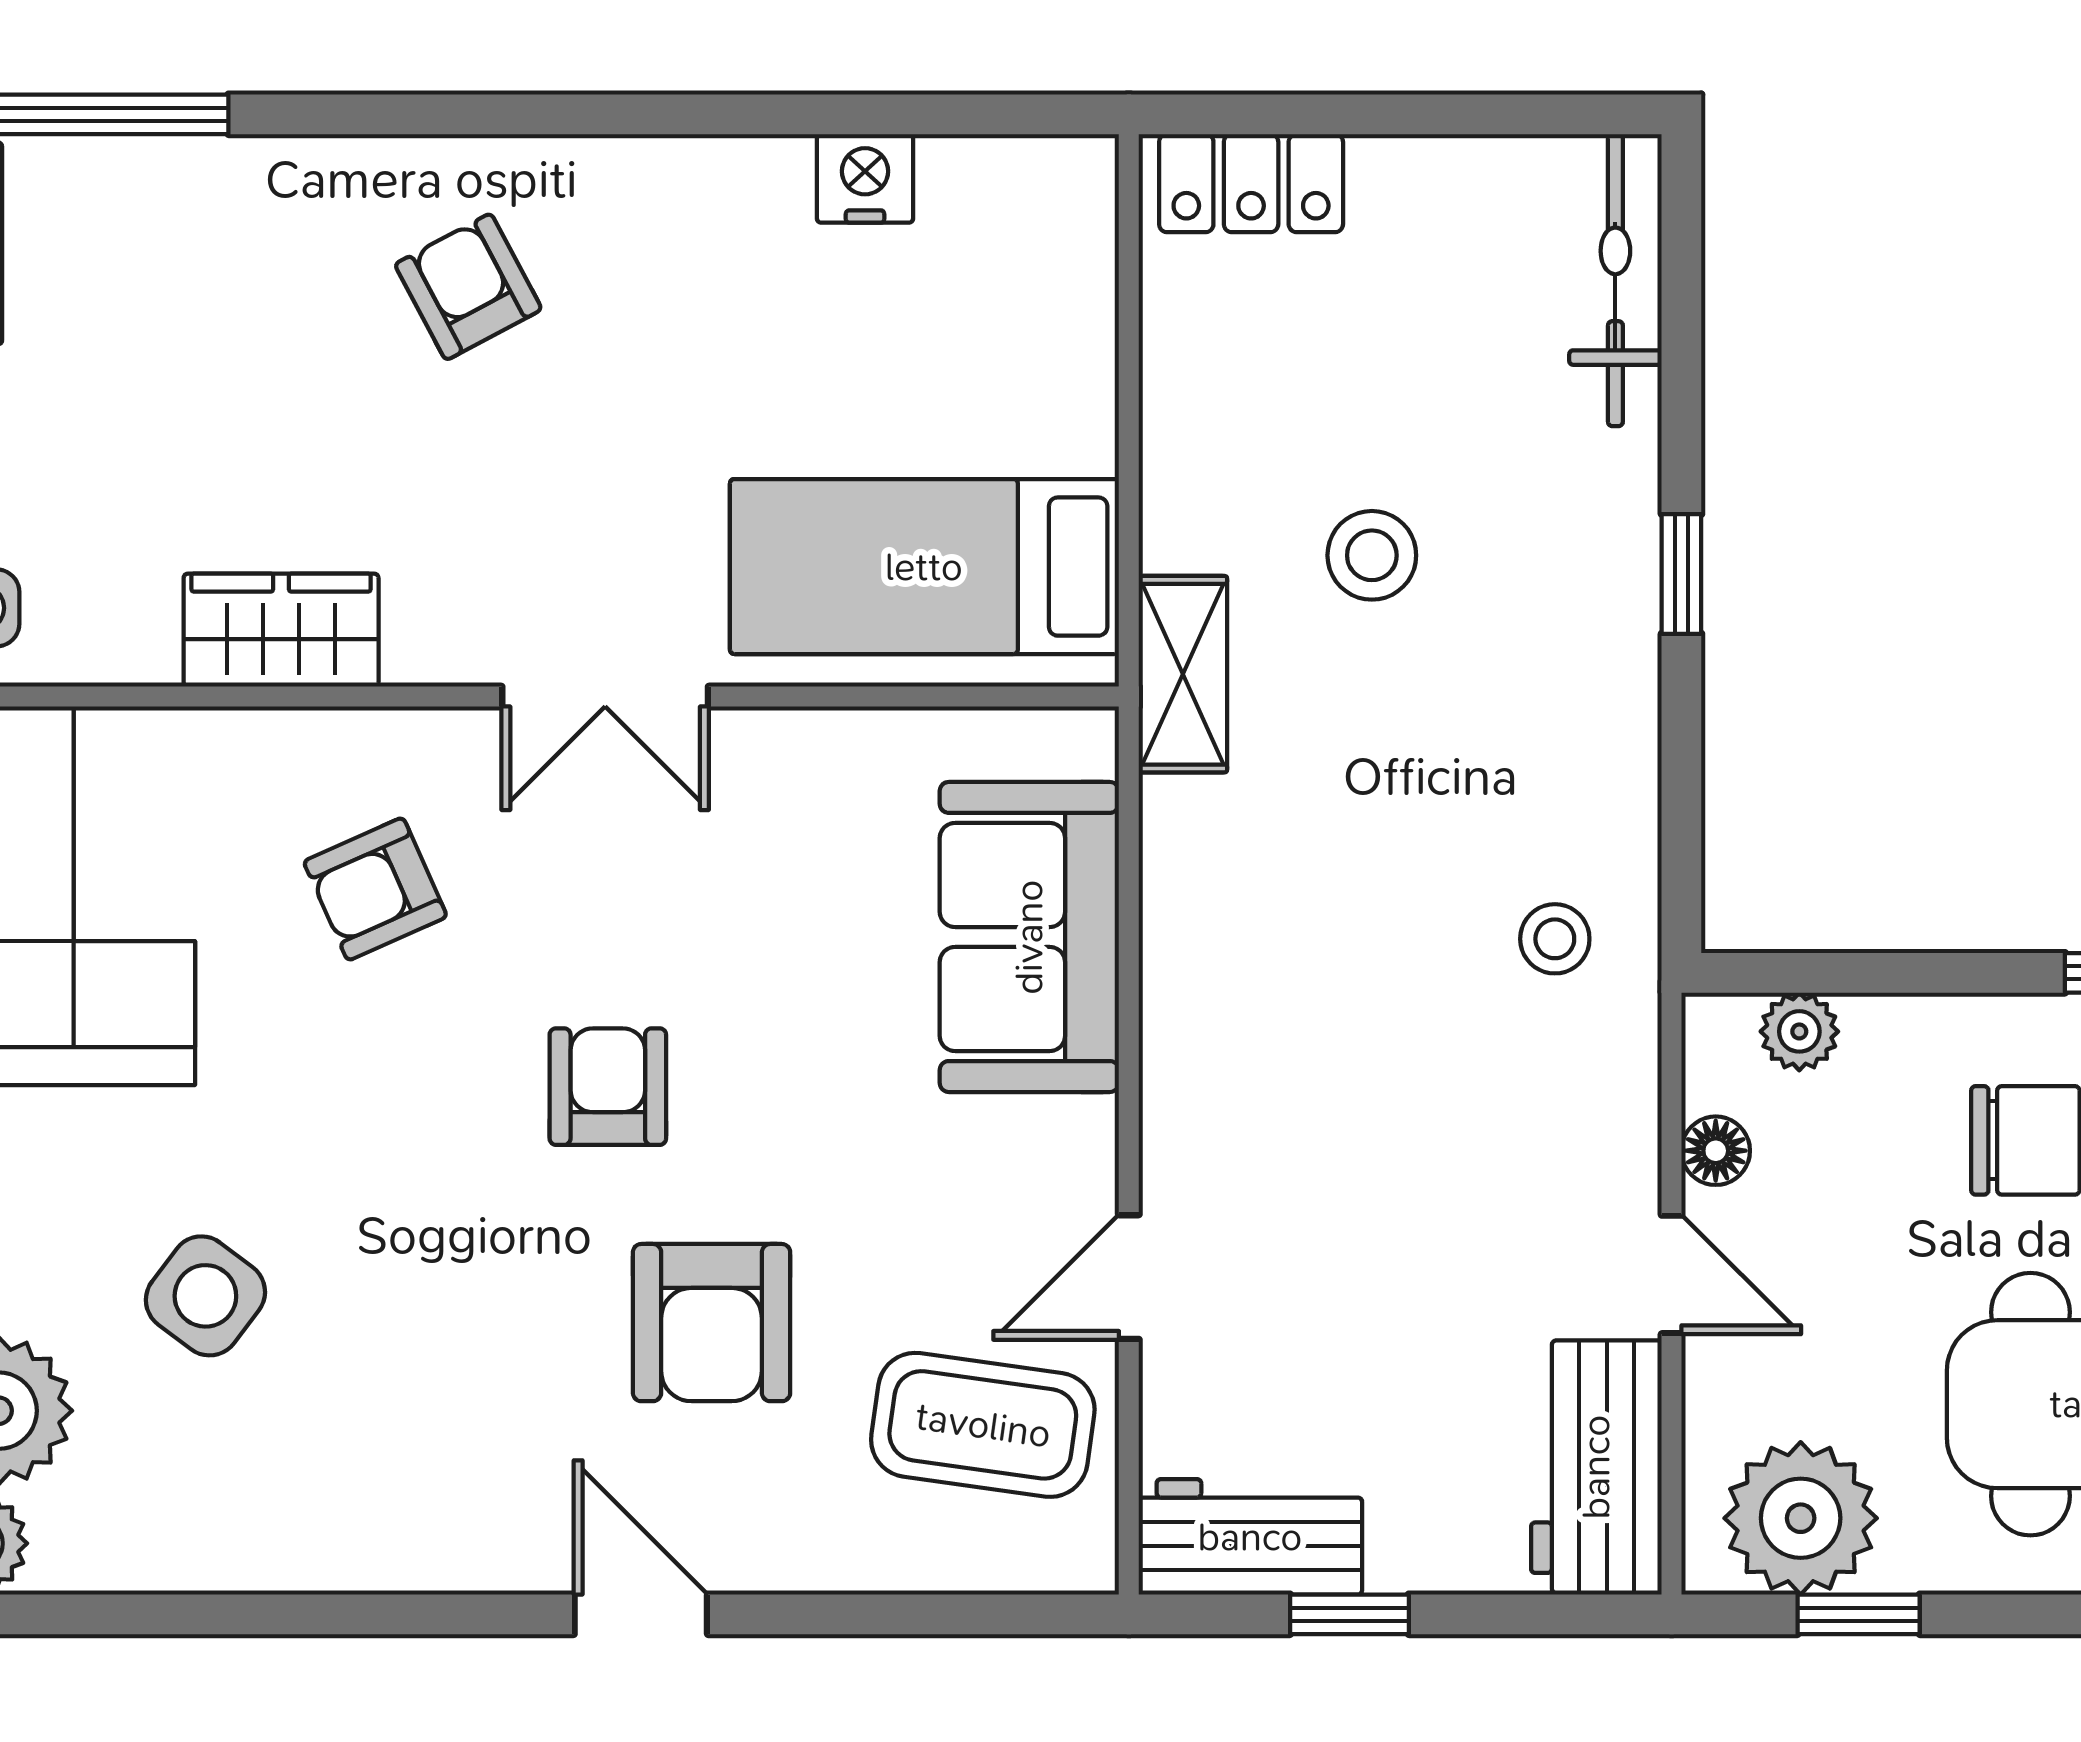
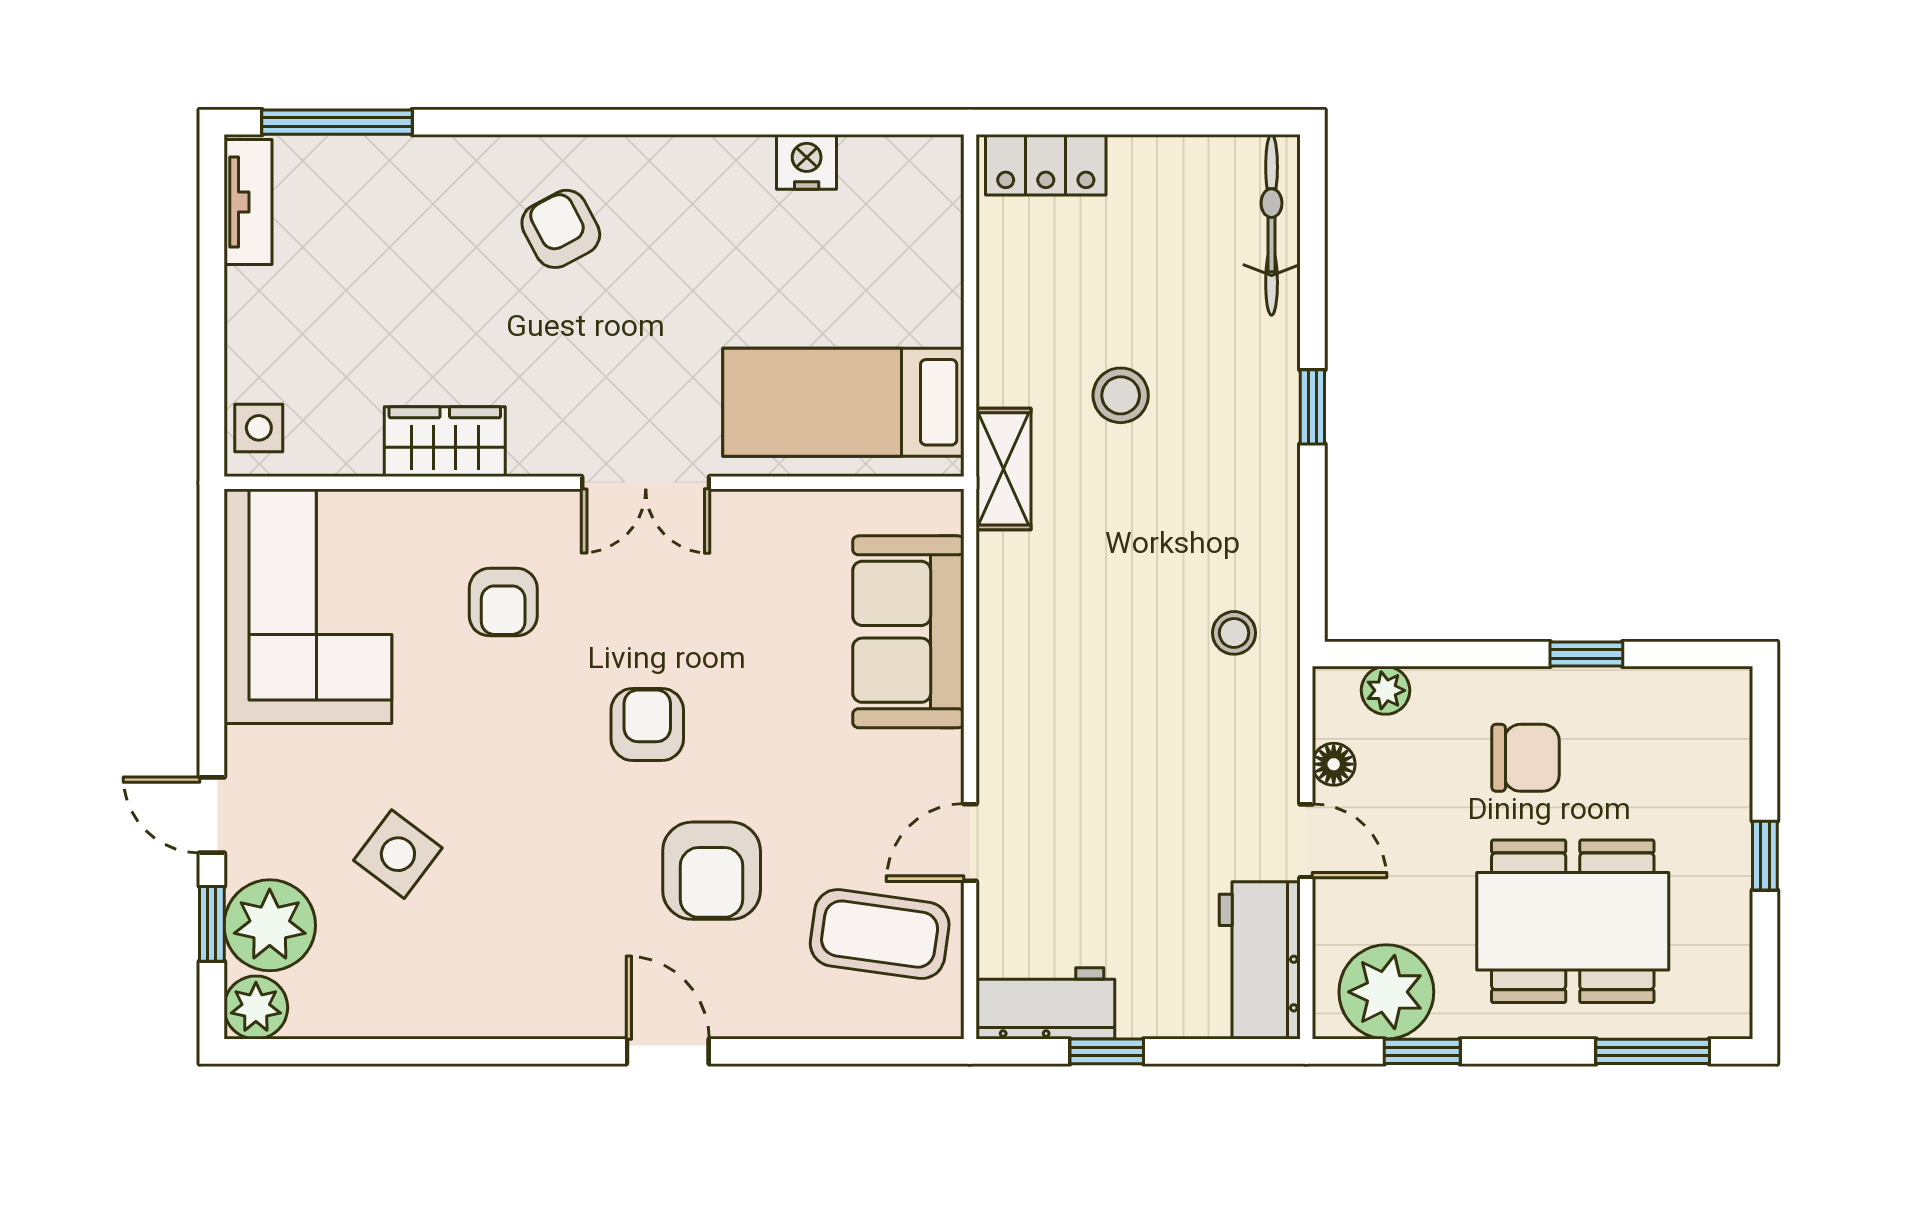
armchair: (375, 889) -> (503, 602), turned -66

